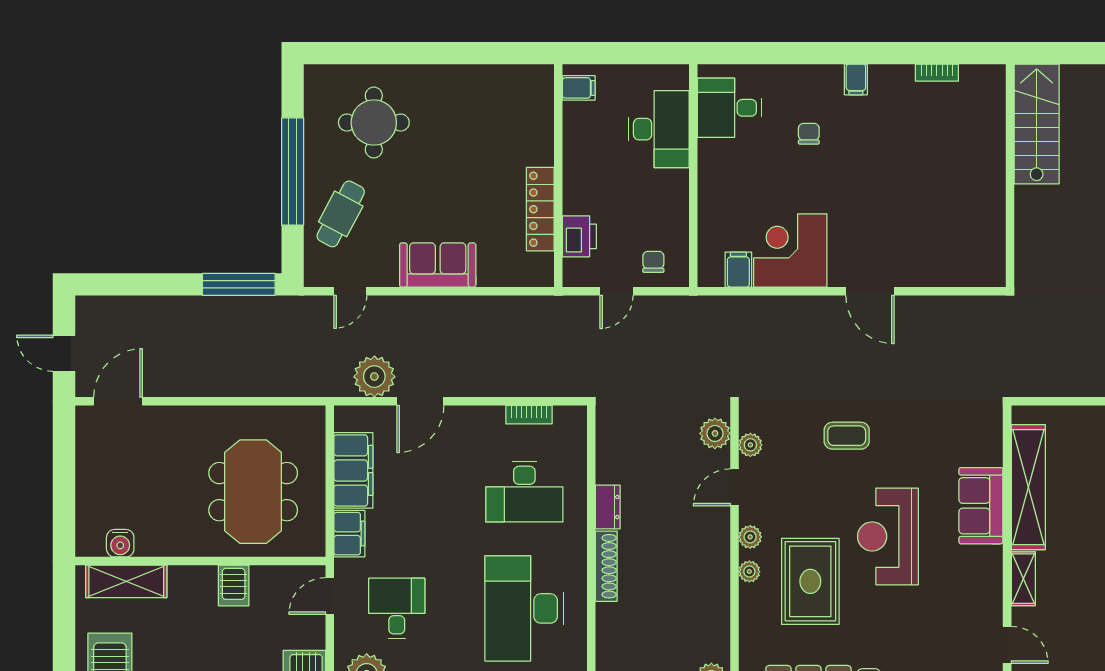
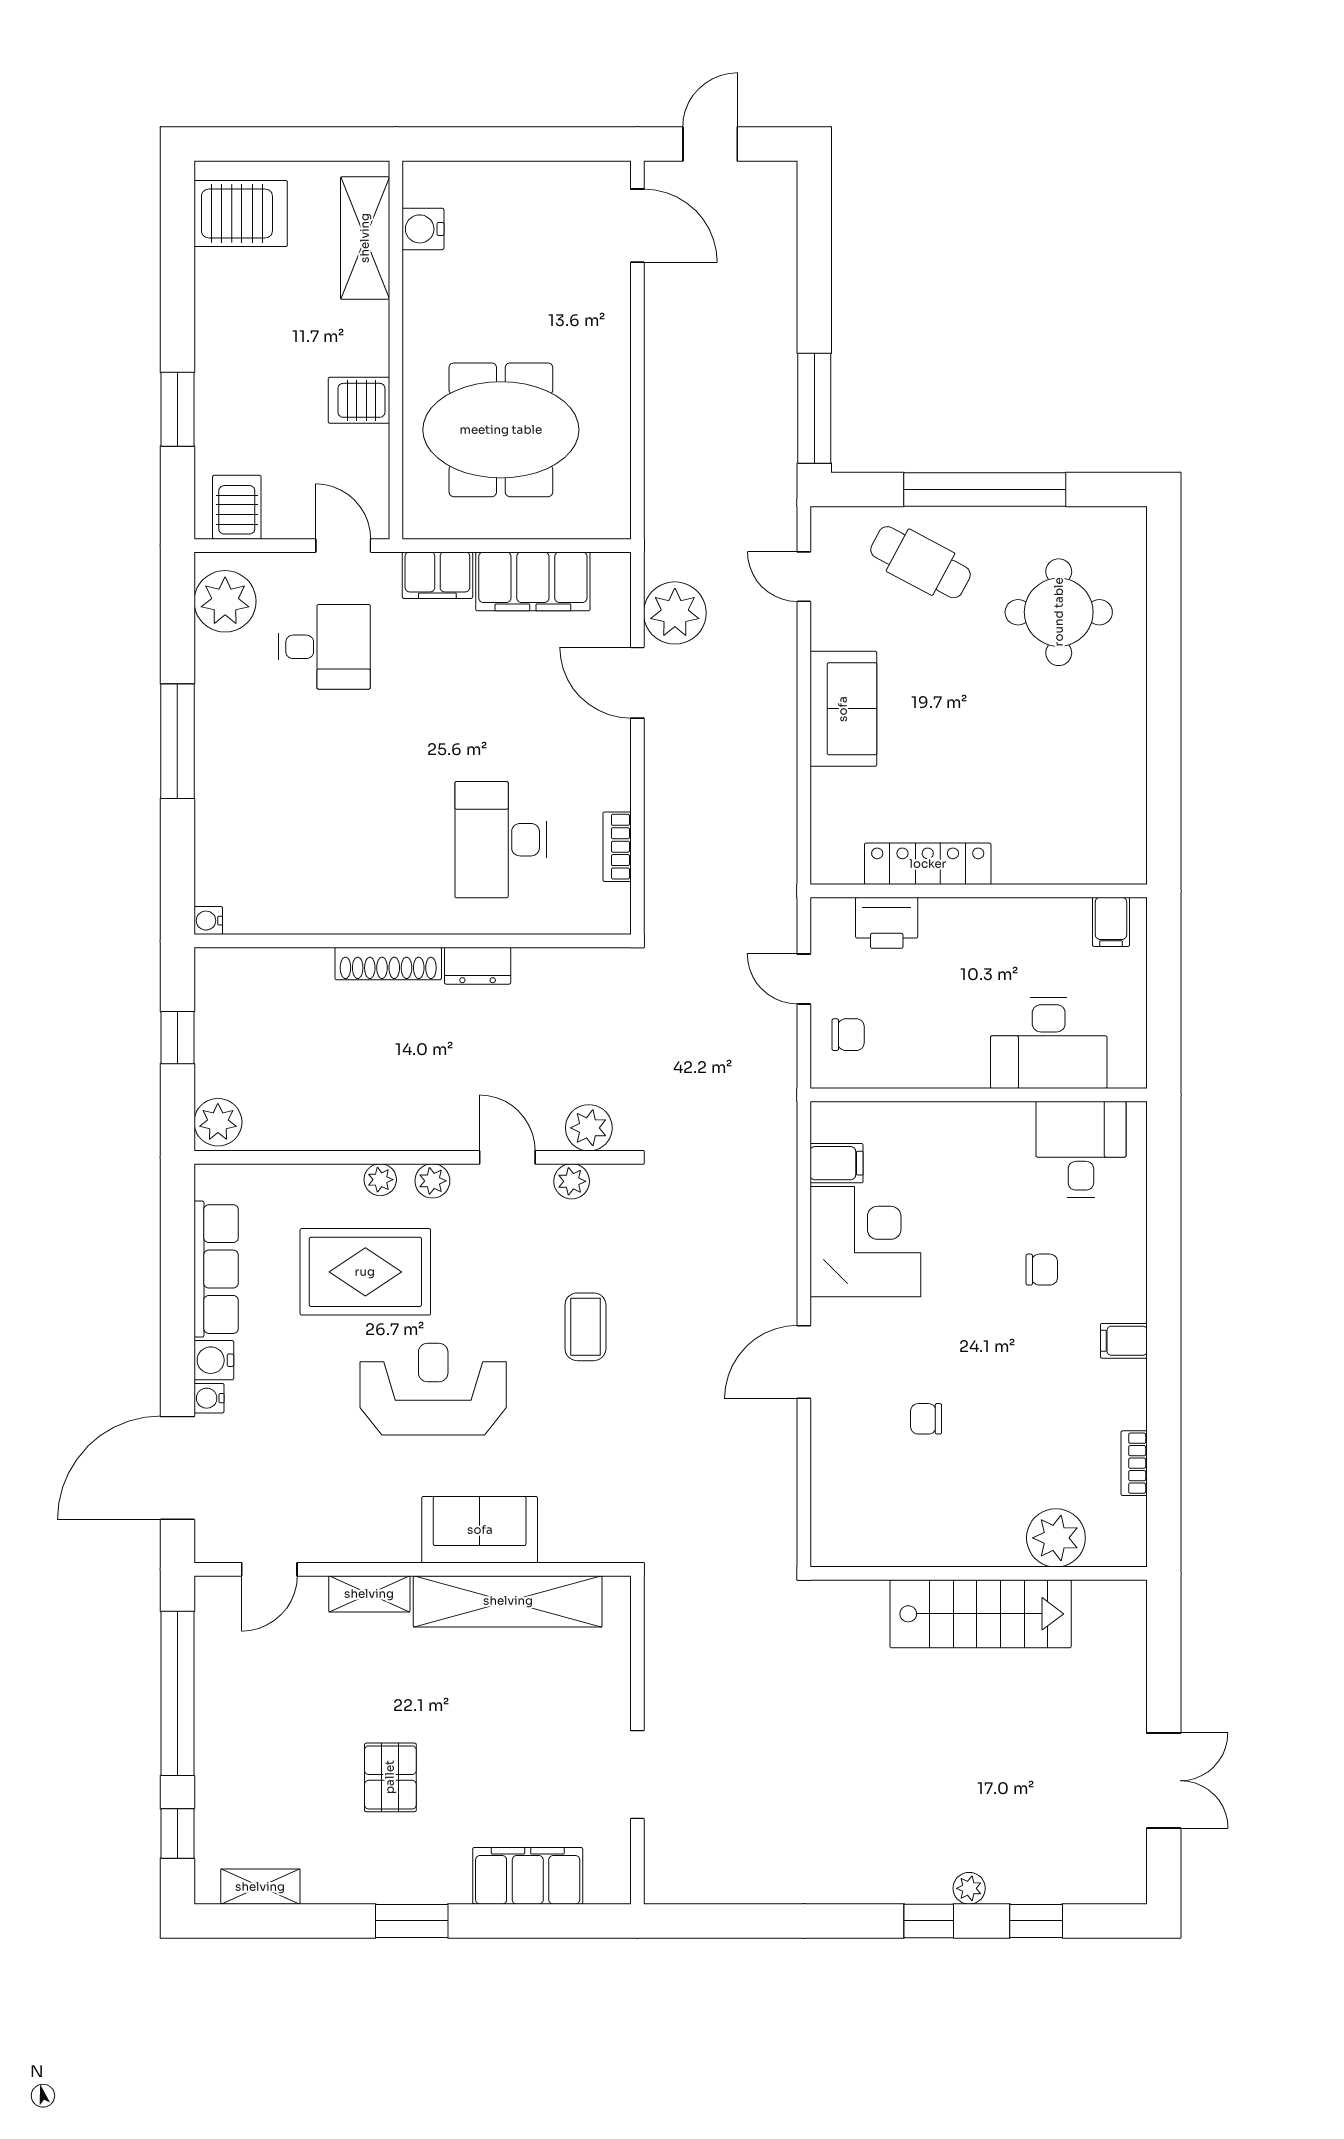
plant: (986, 124) -> (1056, 1538), added
stairs: (1037, 124) -> (981, 1614), moved
chair: (908, 210) -> (926, 1419), added
desk: (524, 608) -> (324, 840), removed

